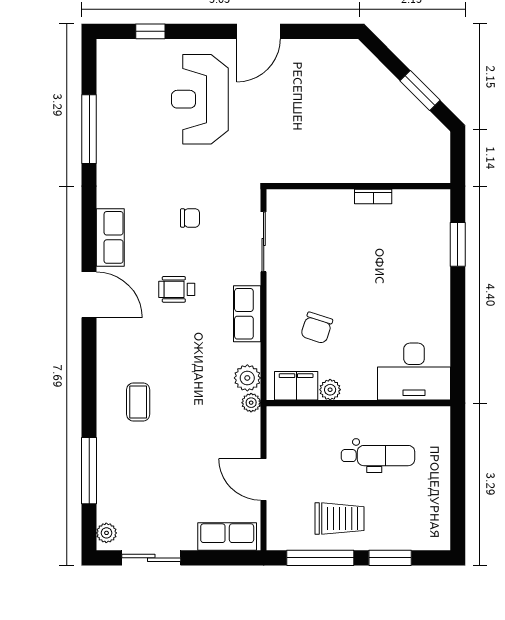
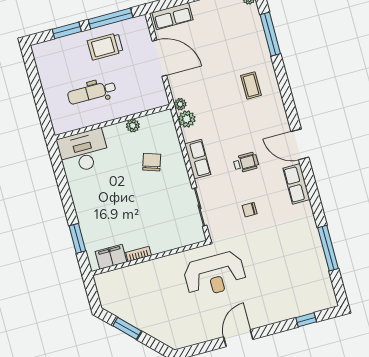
reception desk: (200, 99) -> (215, 274), moved, turned 90
filing cabinet: (296, 386) -> (111, 257), moved, turned 180
door: (264, 479) -> (159, 58), width x1.36

